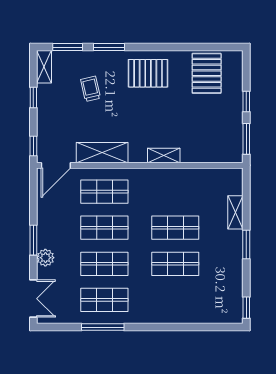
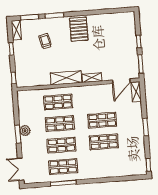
pallet: (148, 73) -> (79, 29), turned 90
pallet: (207, 73) -> (114, 27), removed
shelving: (102, 153) -> (66, 78), moved
door: (56, 165) -> (121, 81), moved
shelving: (235, 212) -> (136, 92), moved
plant: (45, 258) -> (25, 131), moved
double door: (33, 299) -> (21, 169), swing flipped

